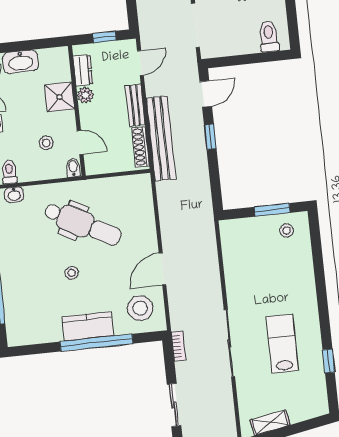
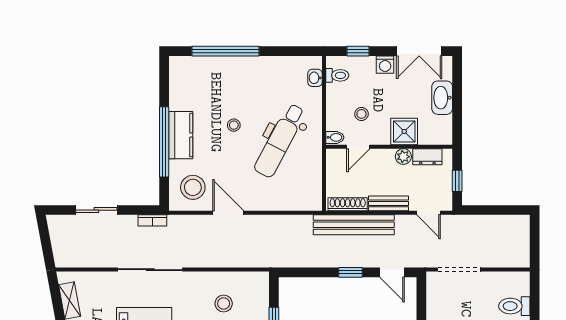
stool: (256, 264) -> (224, 304), added

